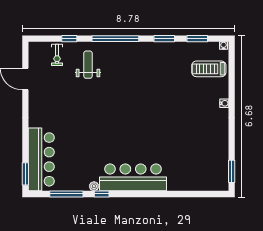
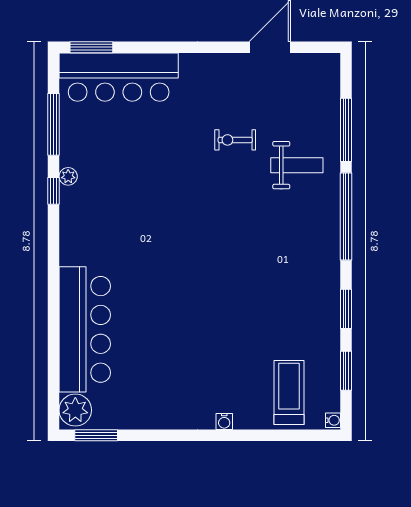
window: (69, 39) -> (346, 130), width x2.17
exercise bike: (57, 55) -> (235, 140), moved
bar counter: (133, 177) -> (85, 329), moved
plant: (218, 182) -> (75, 410), added

